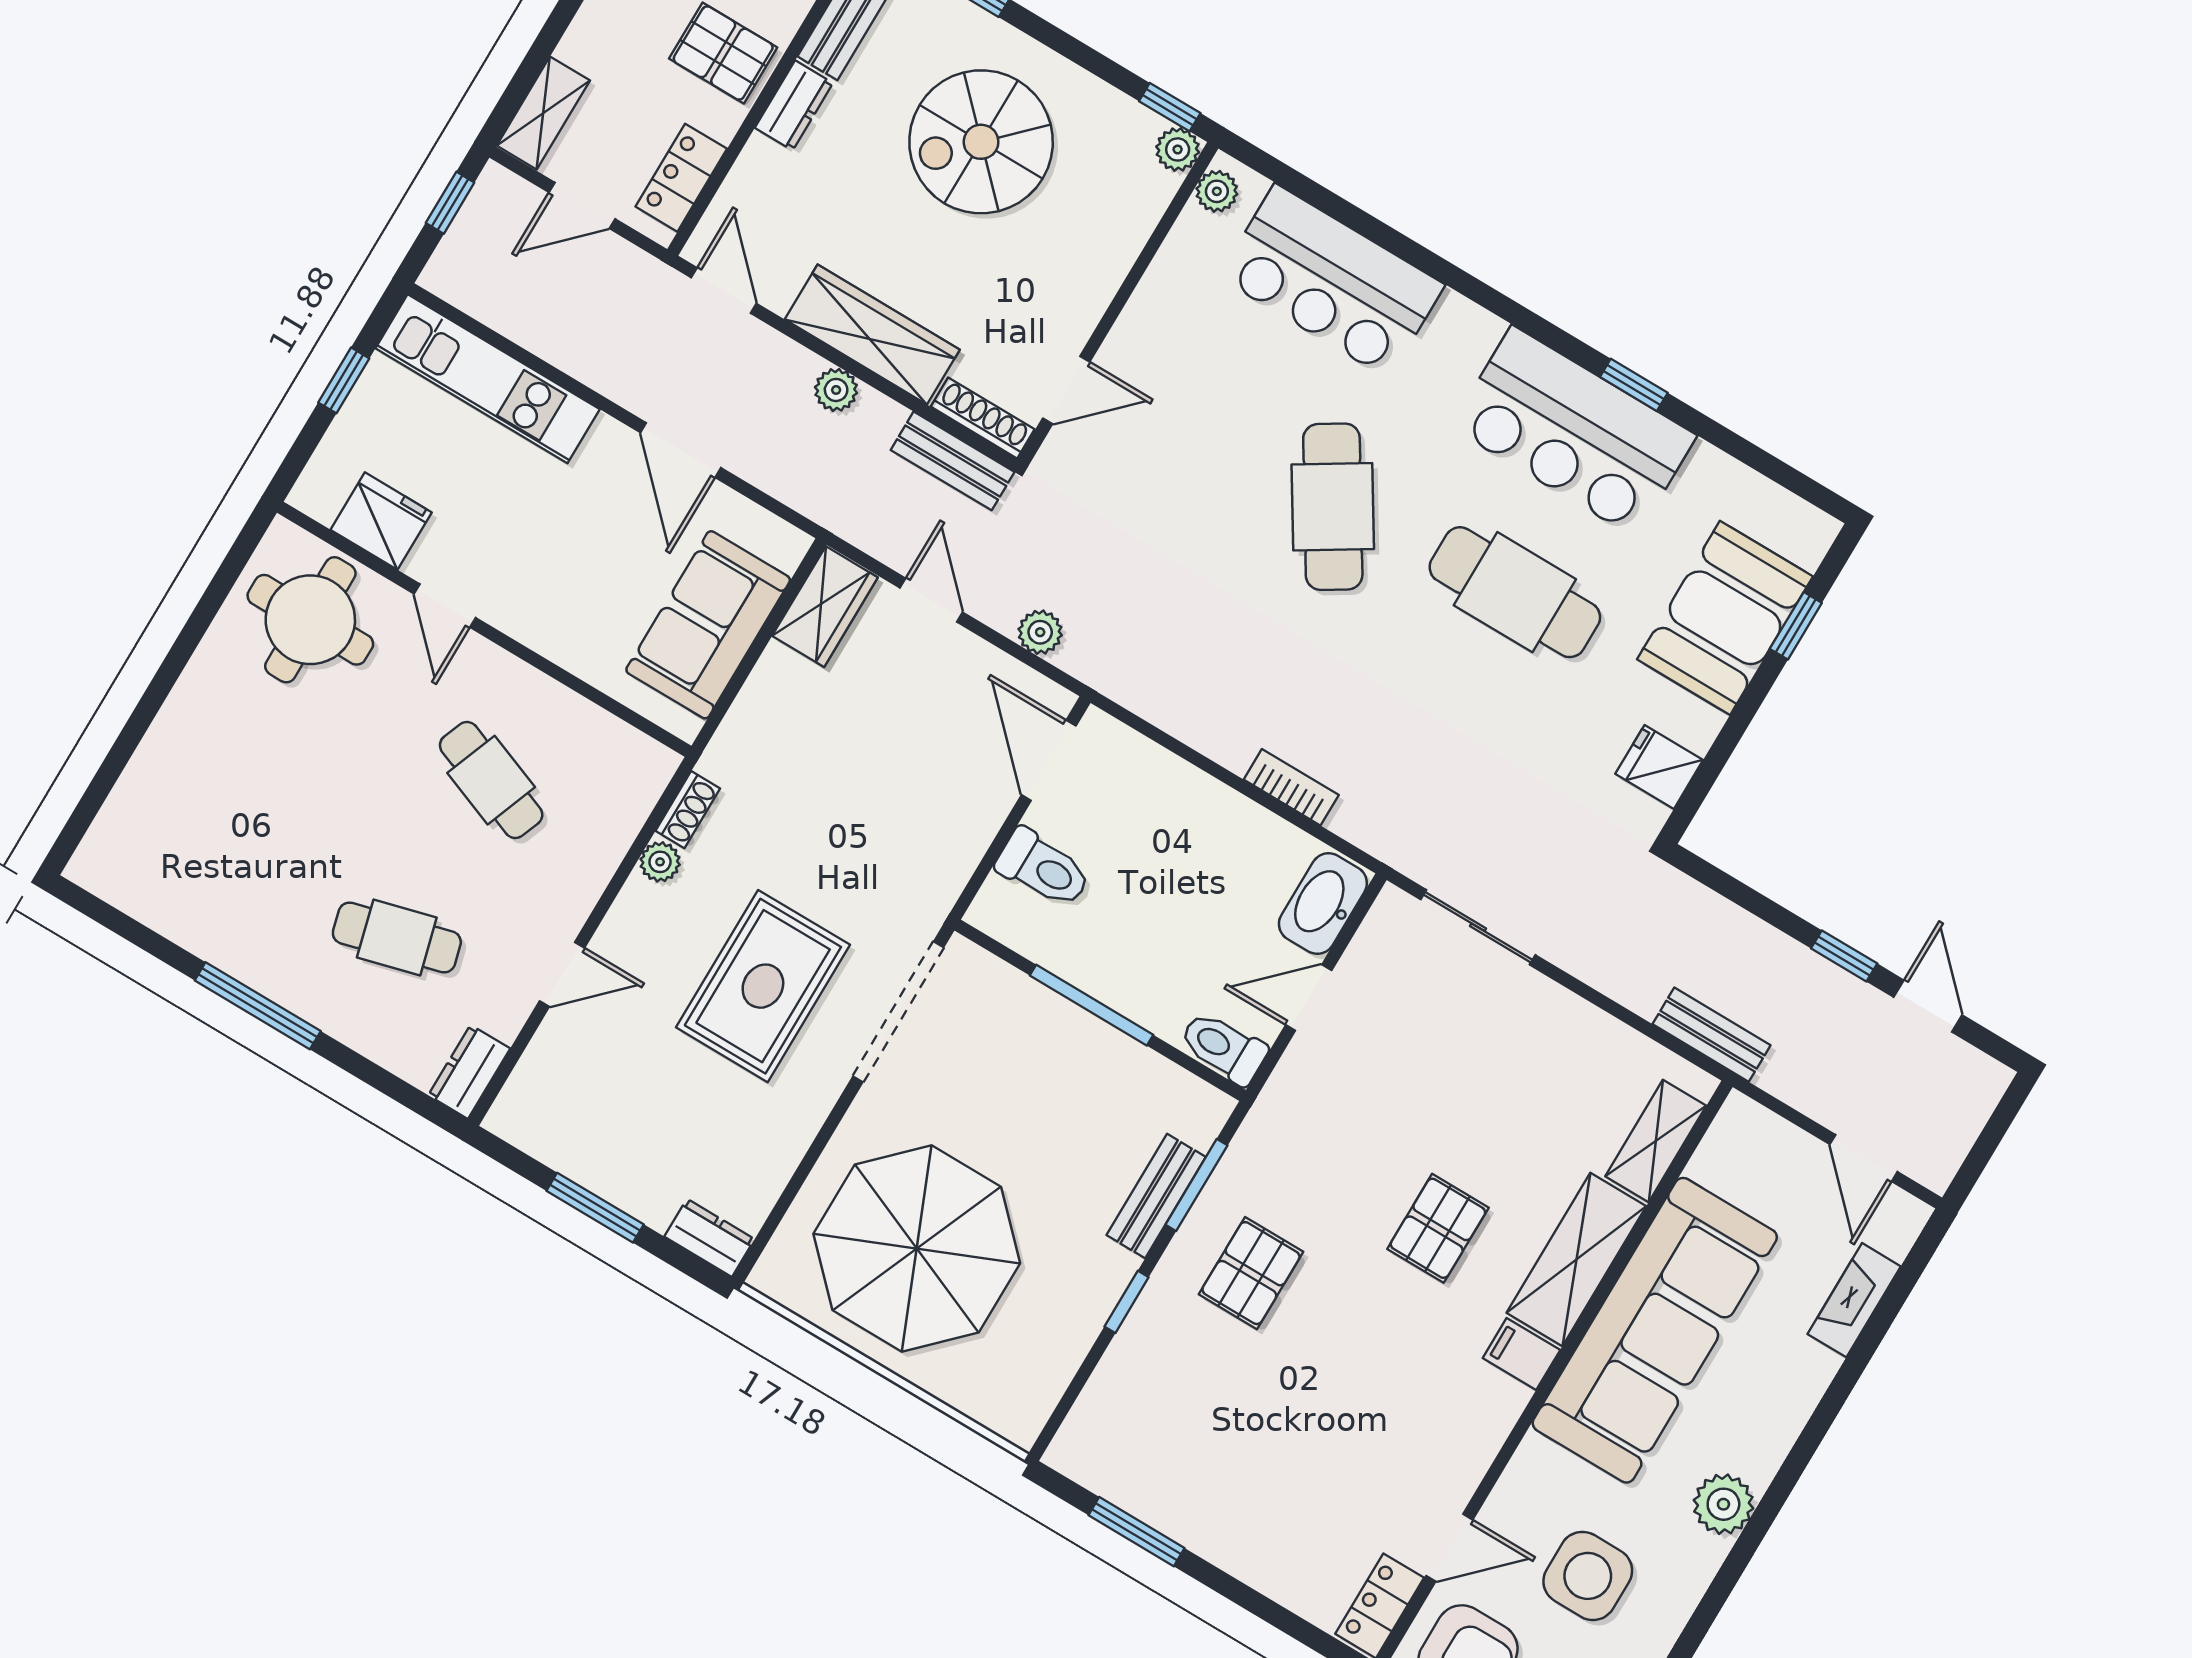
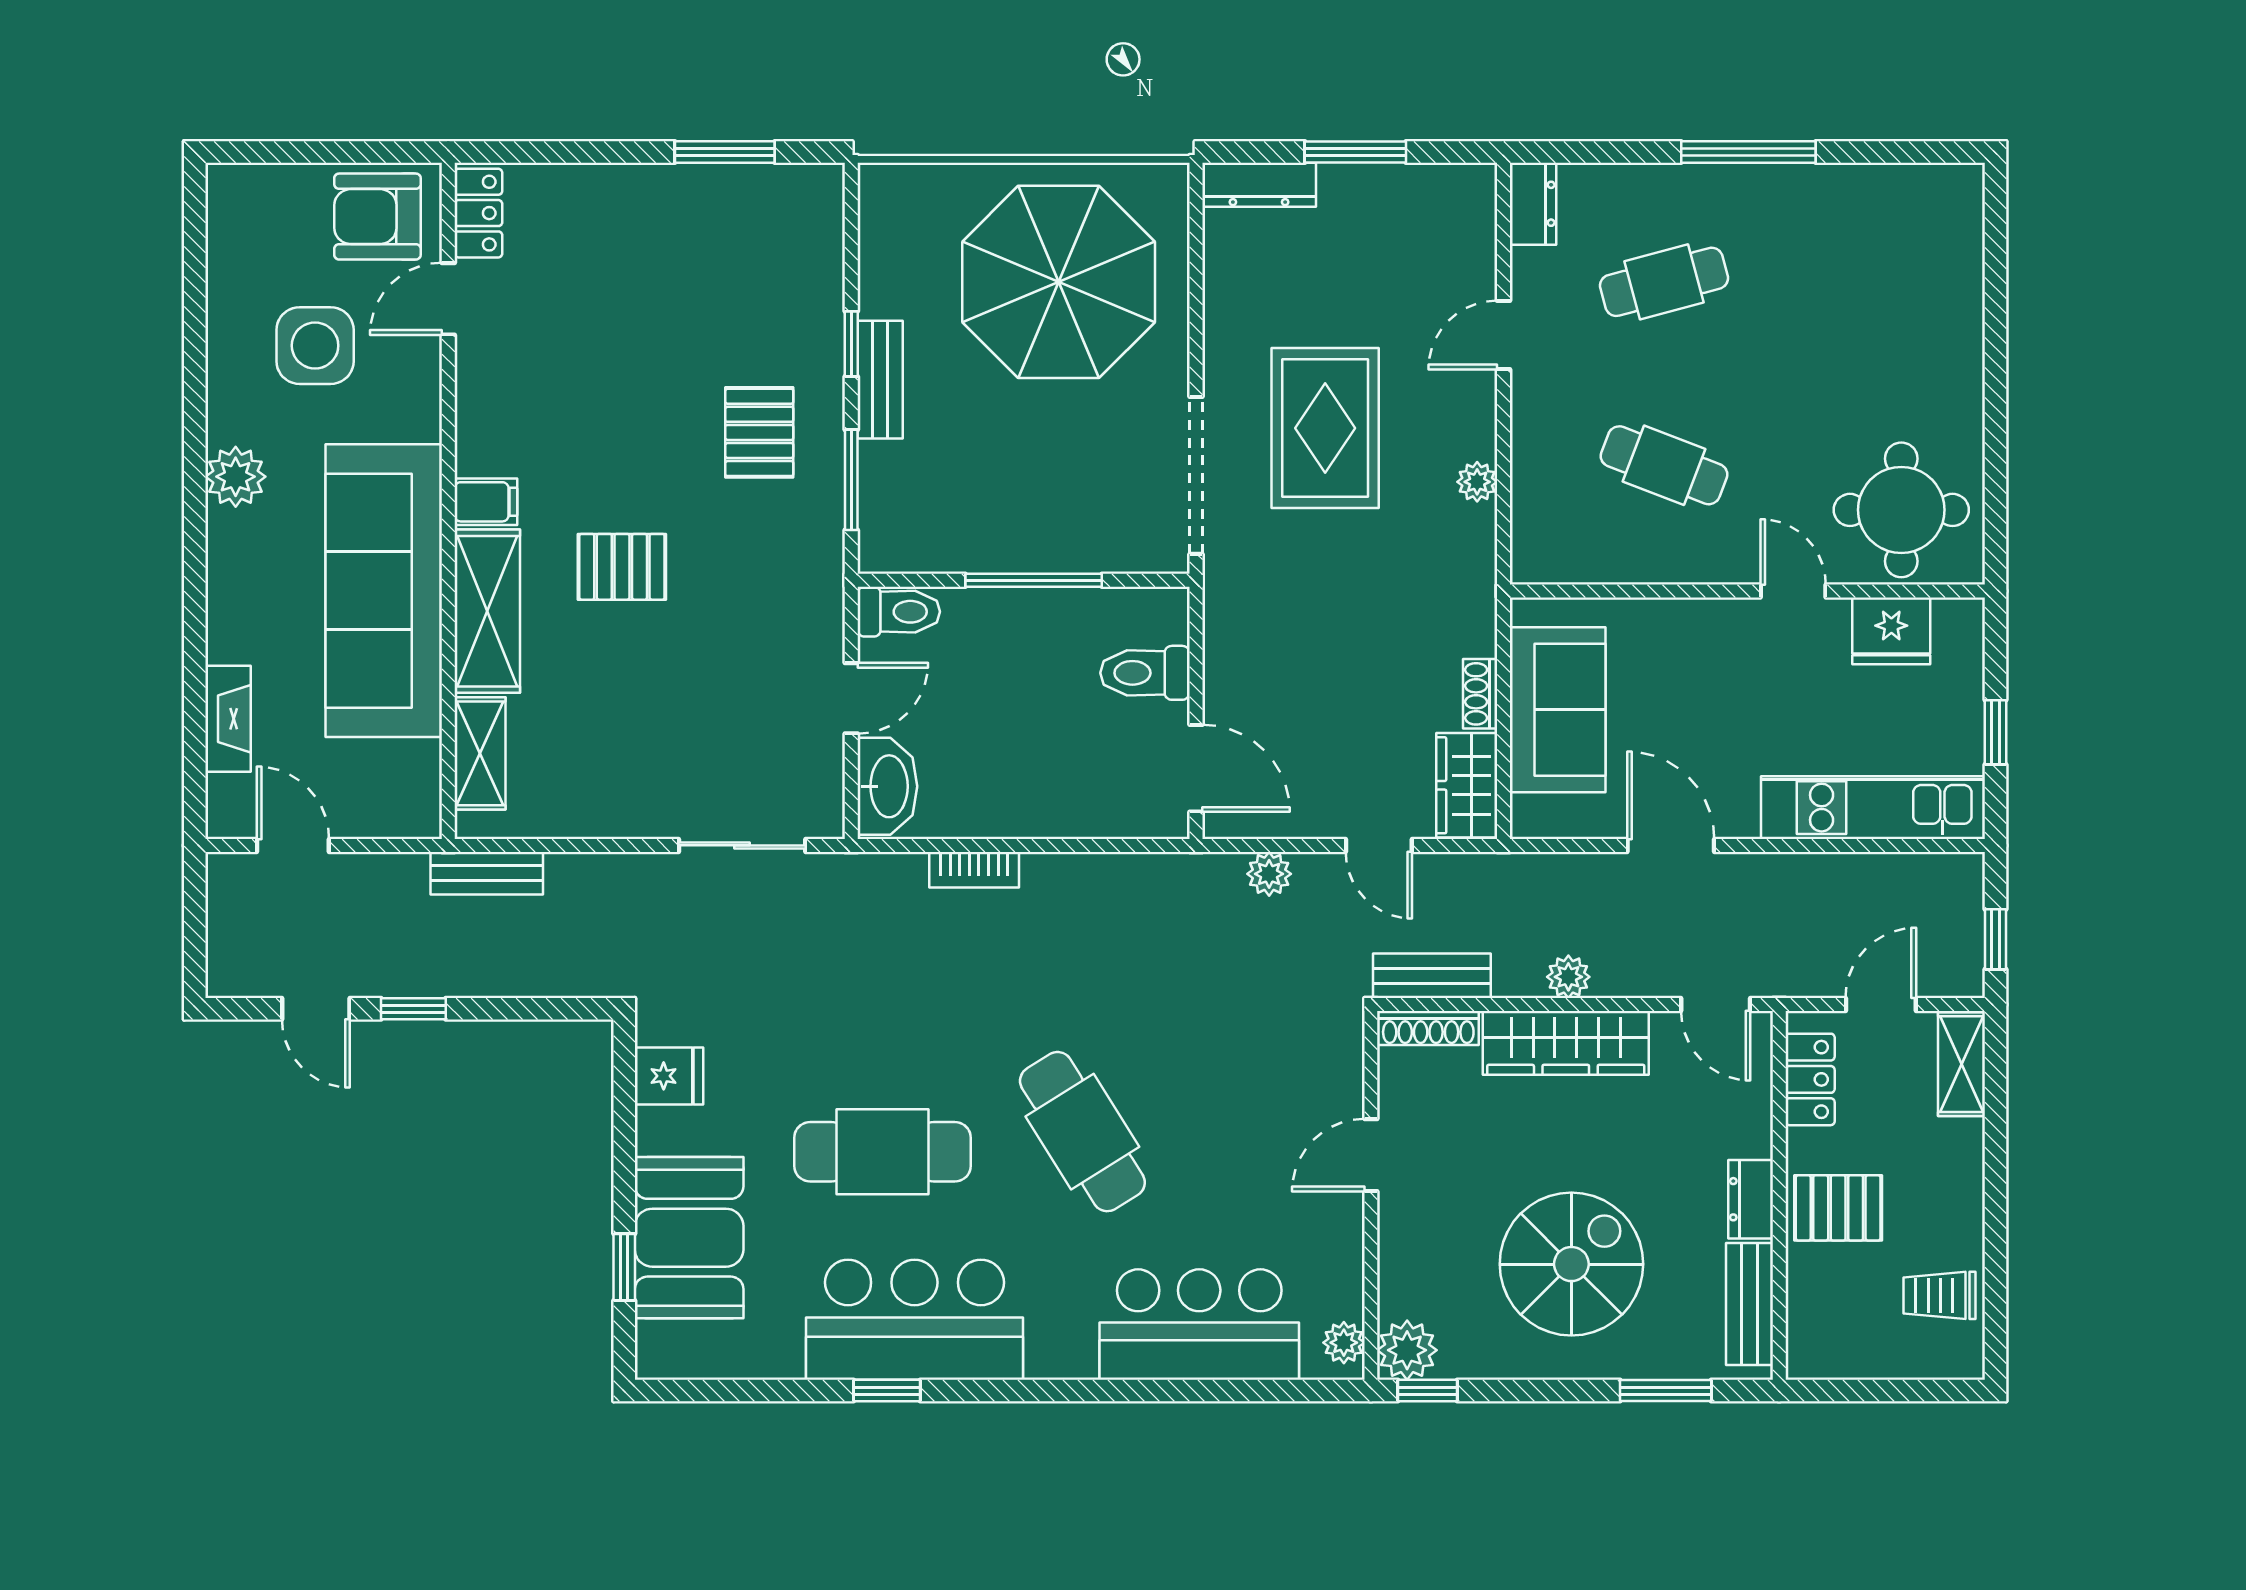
plant: (1178, 149) -> (1407, 1350), width x1.38, depth x1.38
door: (1066, 390) -> (1371, 1155), moved
shoe rack: (688, 810) -> (1480, 694), moved
bench: (1156, 1196) -> (880, 380), moved
pallet: (1438, 1228) -> (622, 567), turned 90
dresser: (709, 1238) -> (1259, 185), width x1.44

